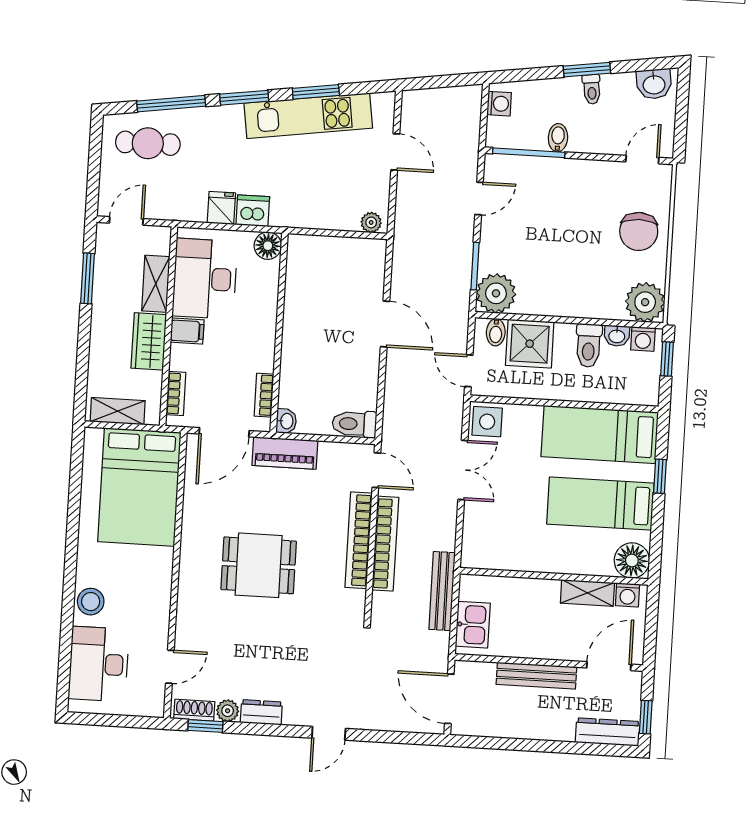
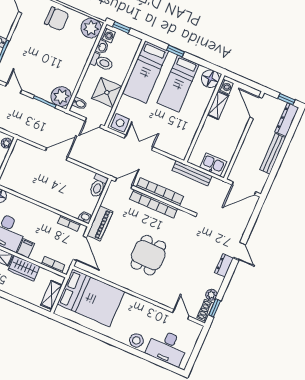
shower: (530, 344) -> (107, 92), moved
bench: (536, 676) -> (273, 154), moved
dresser: (261, 712) -> (224, 265), moved

